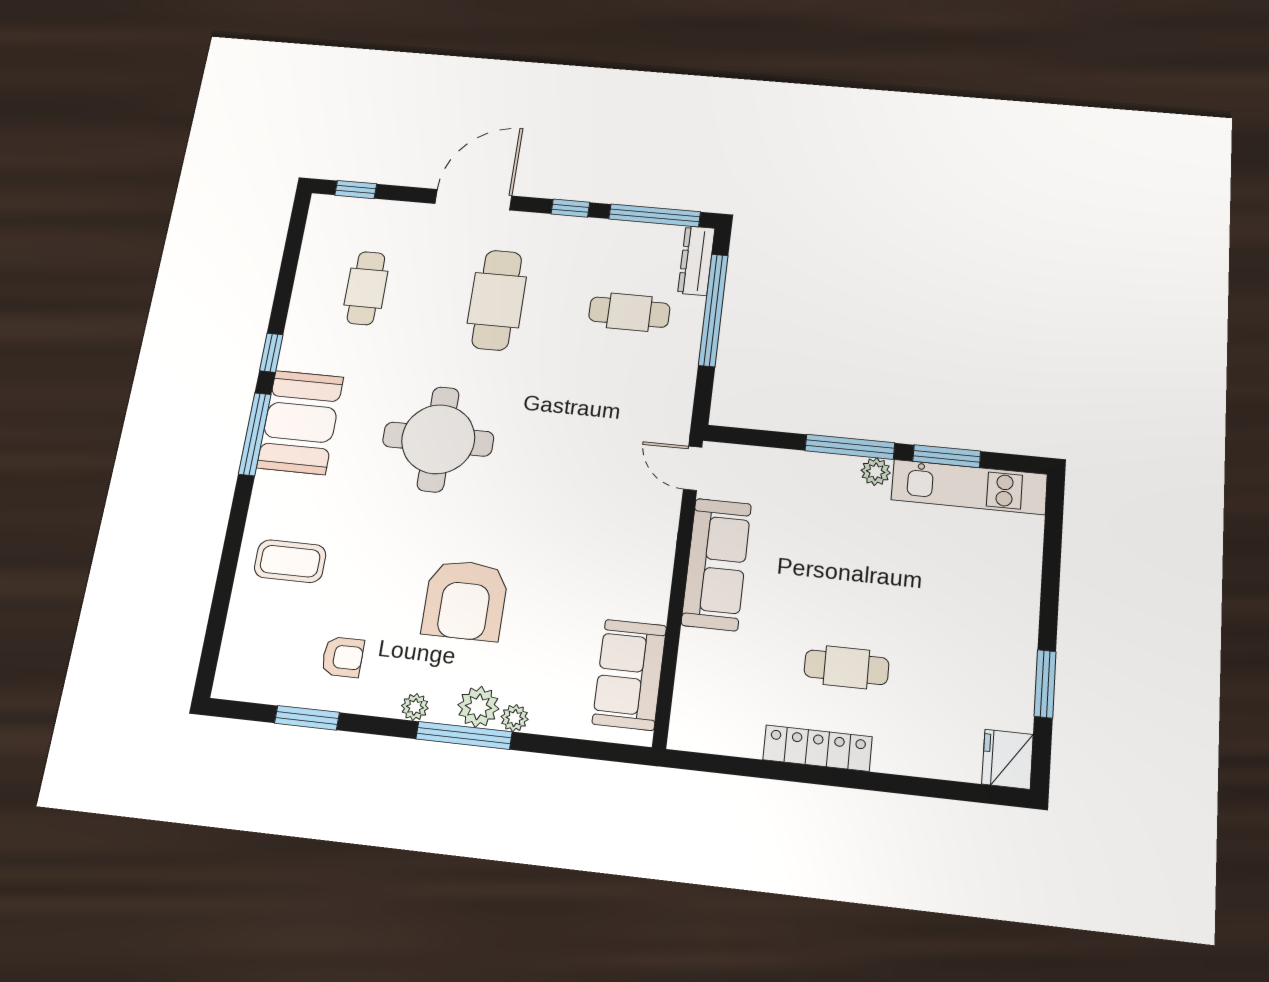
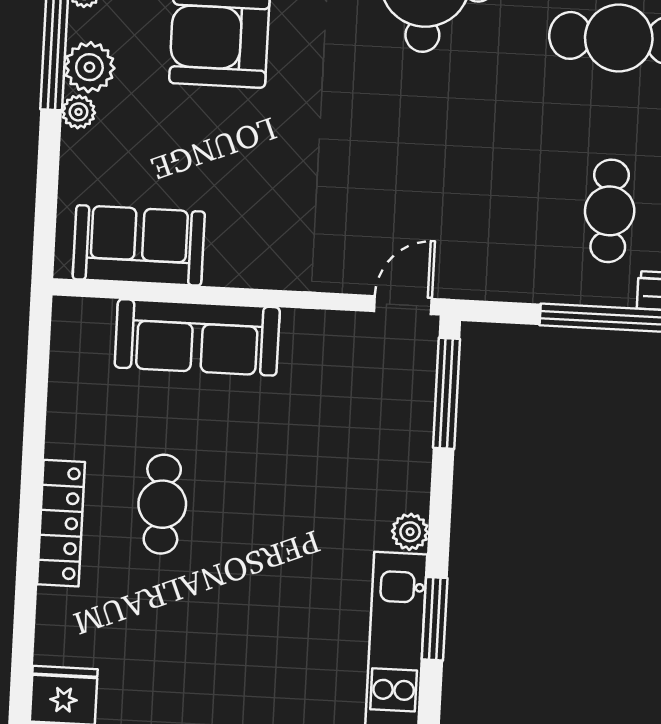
window: (850, 447) -> (446, 393), moved
sofa: (716, 564) -> (197, 337), moved
locker: (817, 748) -> (61, 523), moved

